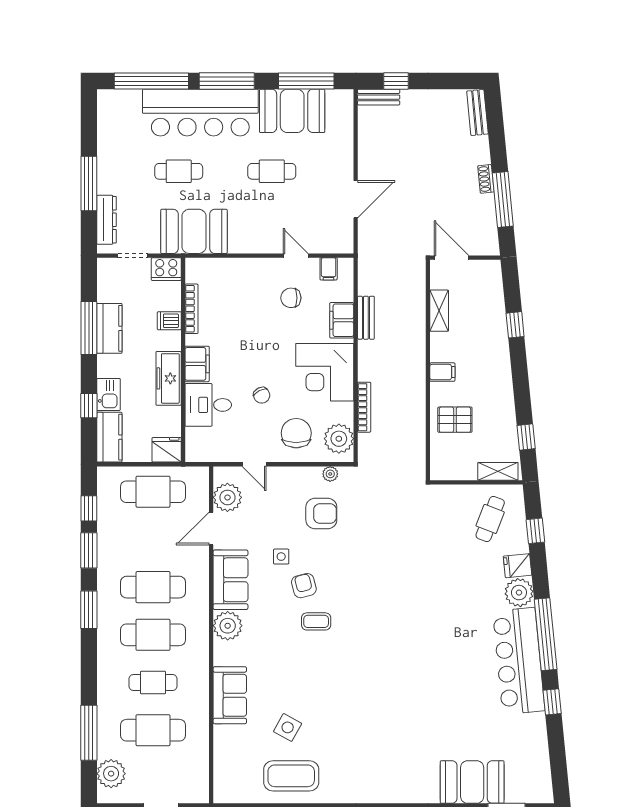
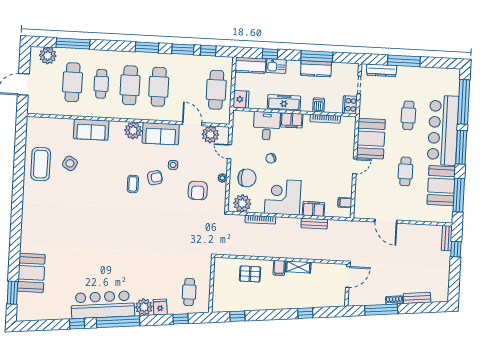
bench: (477, 112) -> (417, 298), moved
booth: (194, 231) -> (371, 139), moved
door: (296, 256) -> (355, 166), moved
chair: (291, 298) -> (329, 179), removed
shelving: (439, 311) -> (298, 267), moved
pallet: (455, 420) -> (250, 274), turned 90
door: (254, 464) -> (230, 152), hinge flipped
shelving: (498, 471) -> (218, 298), removed
plant: (330, 474) -> (222, 178), moved
cafe table: (490, 519) -> (189, 292), turned 69

